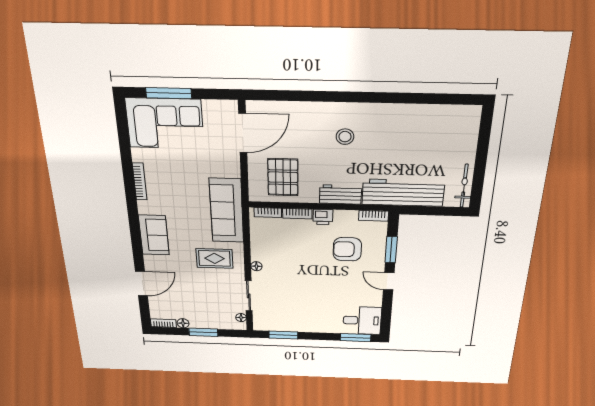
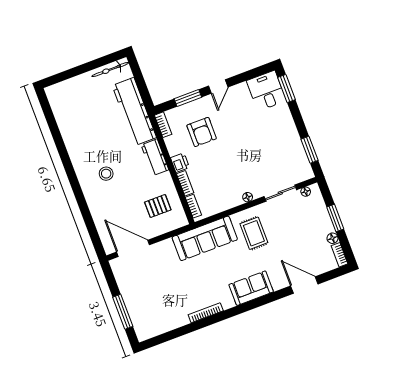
corner sofa: (165, 123) -> (148, 308), removed
pallet: (283, 177) -> (158, 206), width x0.67, depth x0.71

